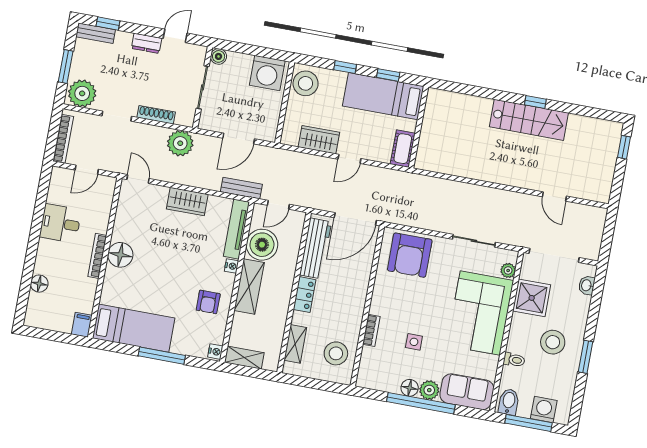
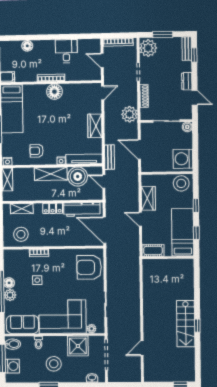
sofa: (467, 392) -> (22, 324), moved, turned -90

